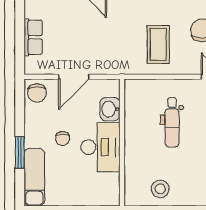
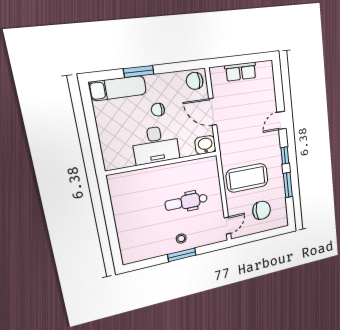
coffee table: (158, 44) -> (247, 178), width x1.36, depth x1.32
washbasin: (110, 109) -> (205, 145), moved
stool: (160, 189) -> (127, 204), removed

